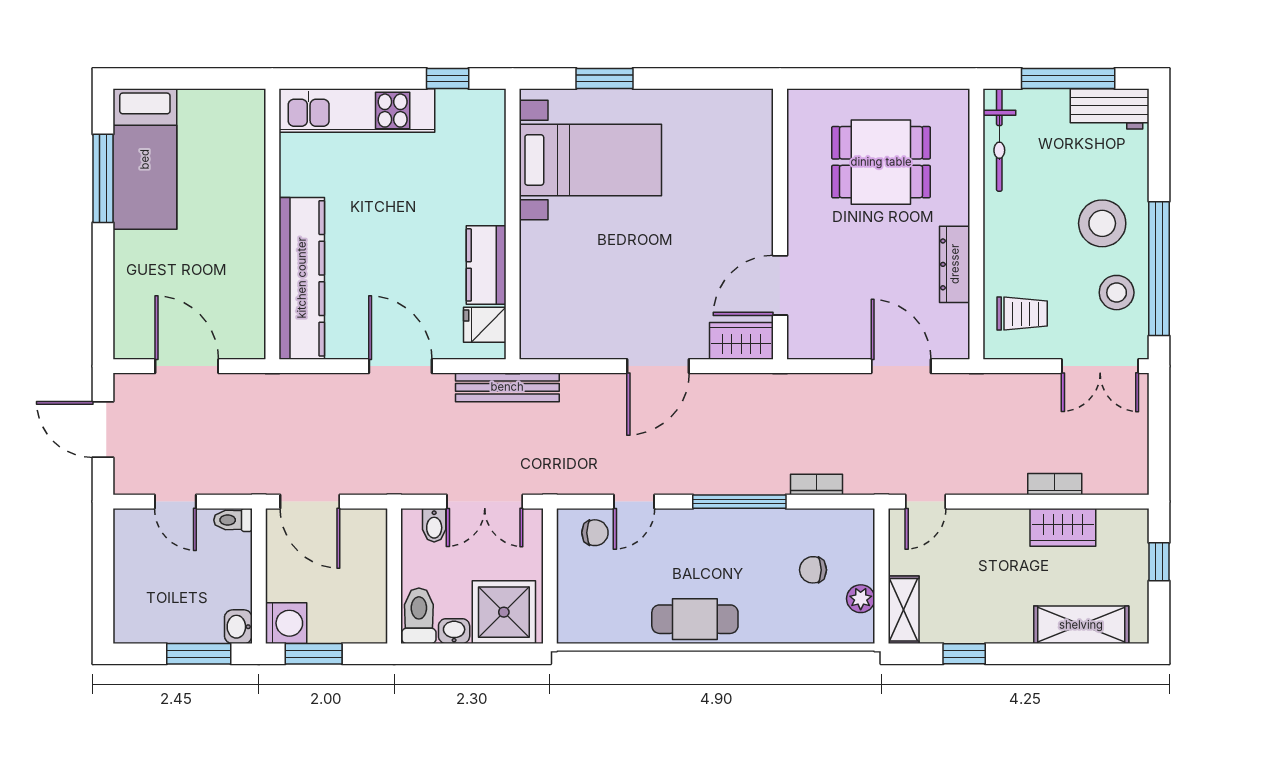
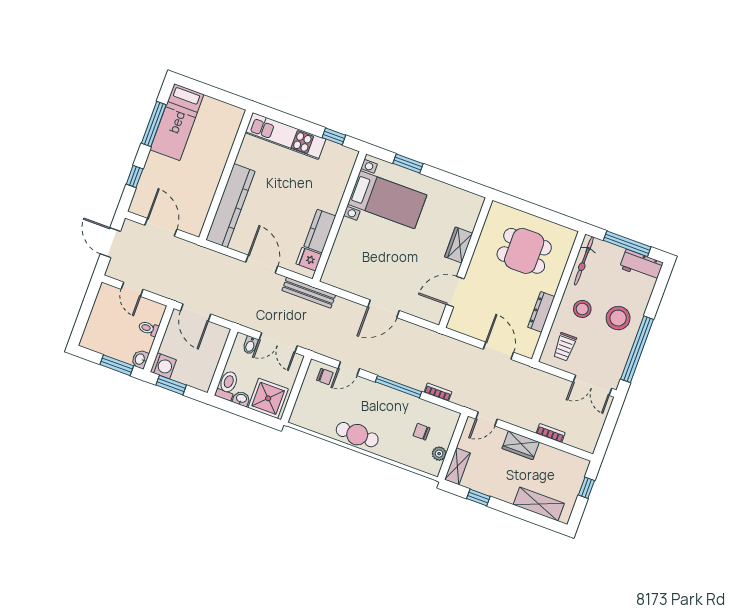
window: (103, 289) -> (135, 177), added
stool: (1117, 293) -> (582, 309), moved
trolley: (1022, 314) -> (565, 347), turned 90
wardrobe: (741, 341) -> (459, 245), moved, turned -90
toilet: (233, 520) -> (149, 328), moved
wardrobe: (1063, 527) -> (521, 445), moved

